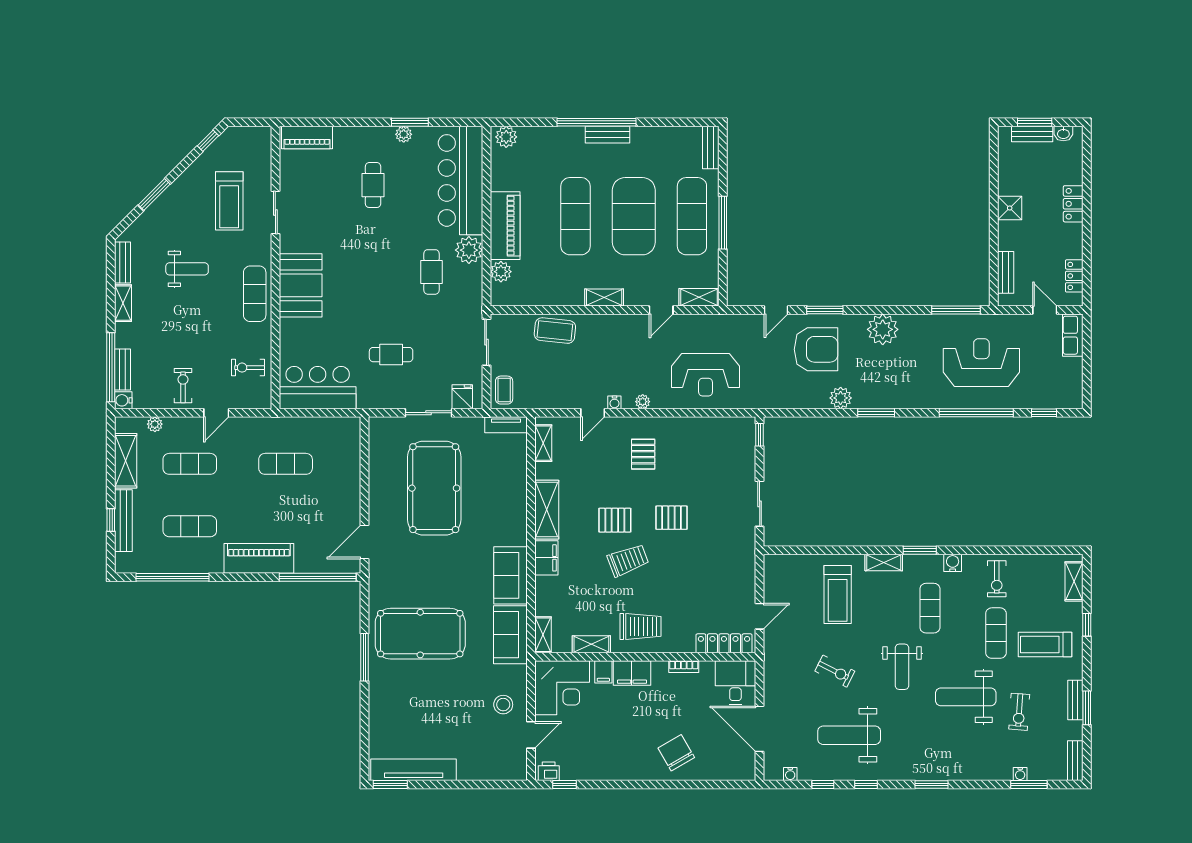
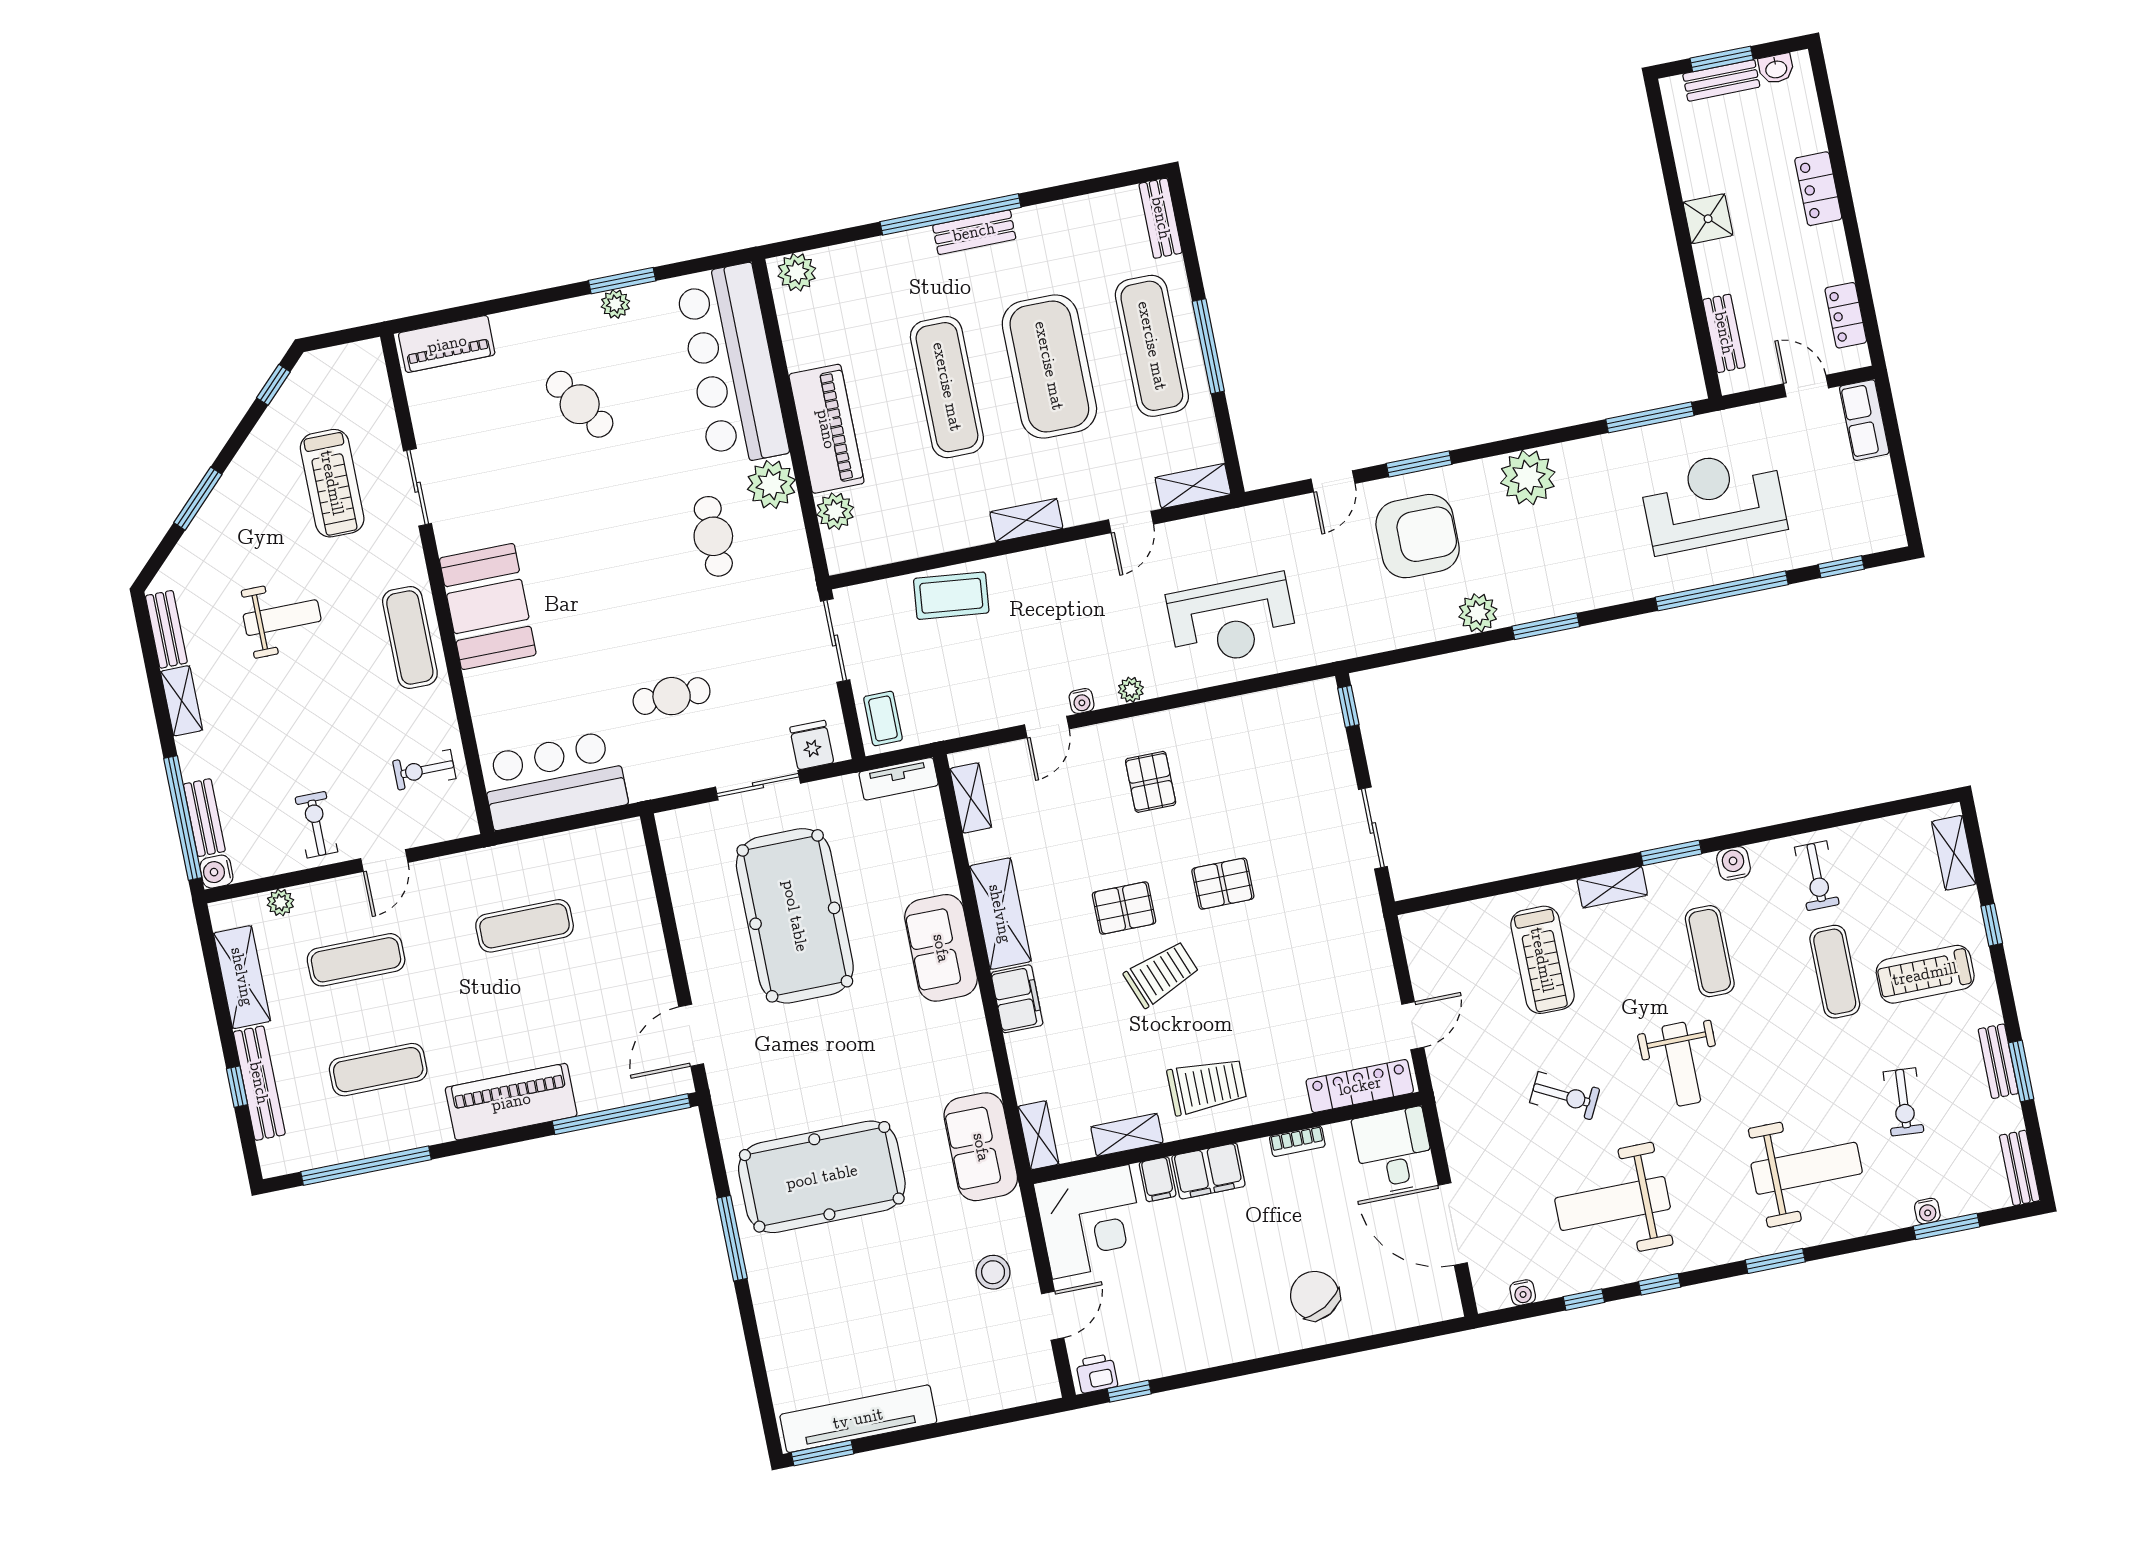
cafe table: (373, 185) -> (580, 404), turned -34
sofa: (511, 575) -> (941, 948), moved
weight bench: (966, 697) -> (1807, 1168), moved, turned 180

